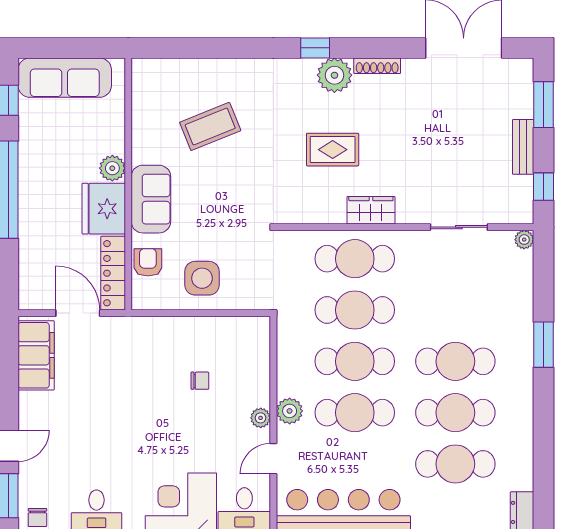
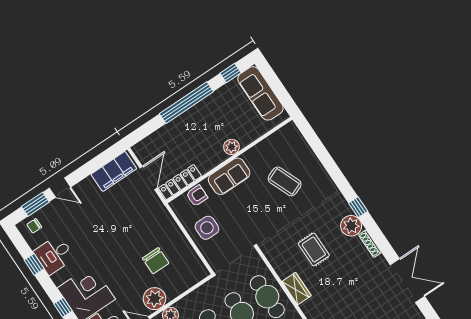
fridge: (104, 209) -> (209, 156), removed
chair: (200, 381) -> (156, 261), width x1.87, depth x1.87
plant: (261, 418) -> (155, 299), width x1.87, depth x1.87

